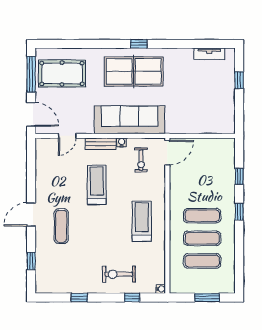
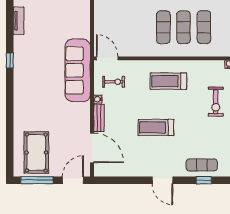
window: (139, 44) -> (10, 60), moved
table tennis table: (134, 71) -> (34, 88), removed
sofa: (129, 120) -> (78, 70), moved
door: (67, 136) -> (92, 148), width x1.88
treadmill: (97, 185) -> (156, 127), moved
exercise mat: (61, 226) -> (202, 165), moved

